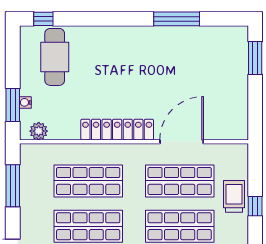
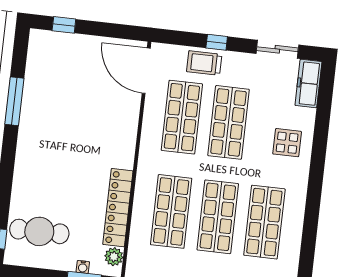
window: (255, 58) -> (64, 25), width x0.67
locker: (117, 130) -> (118, 208), moved
door: (182, 142) -> (146, 71), moved

